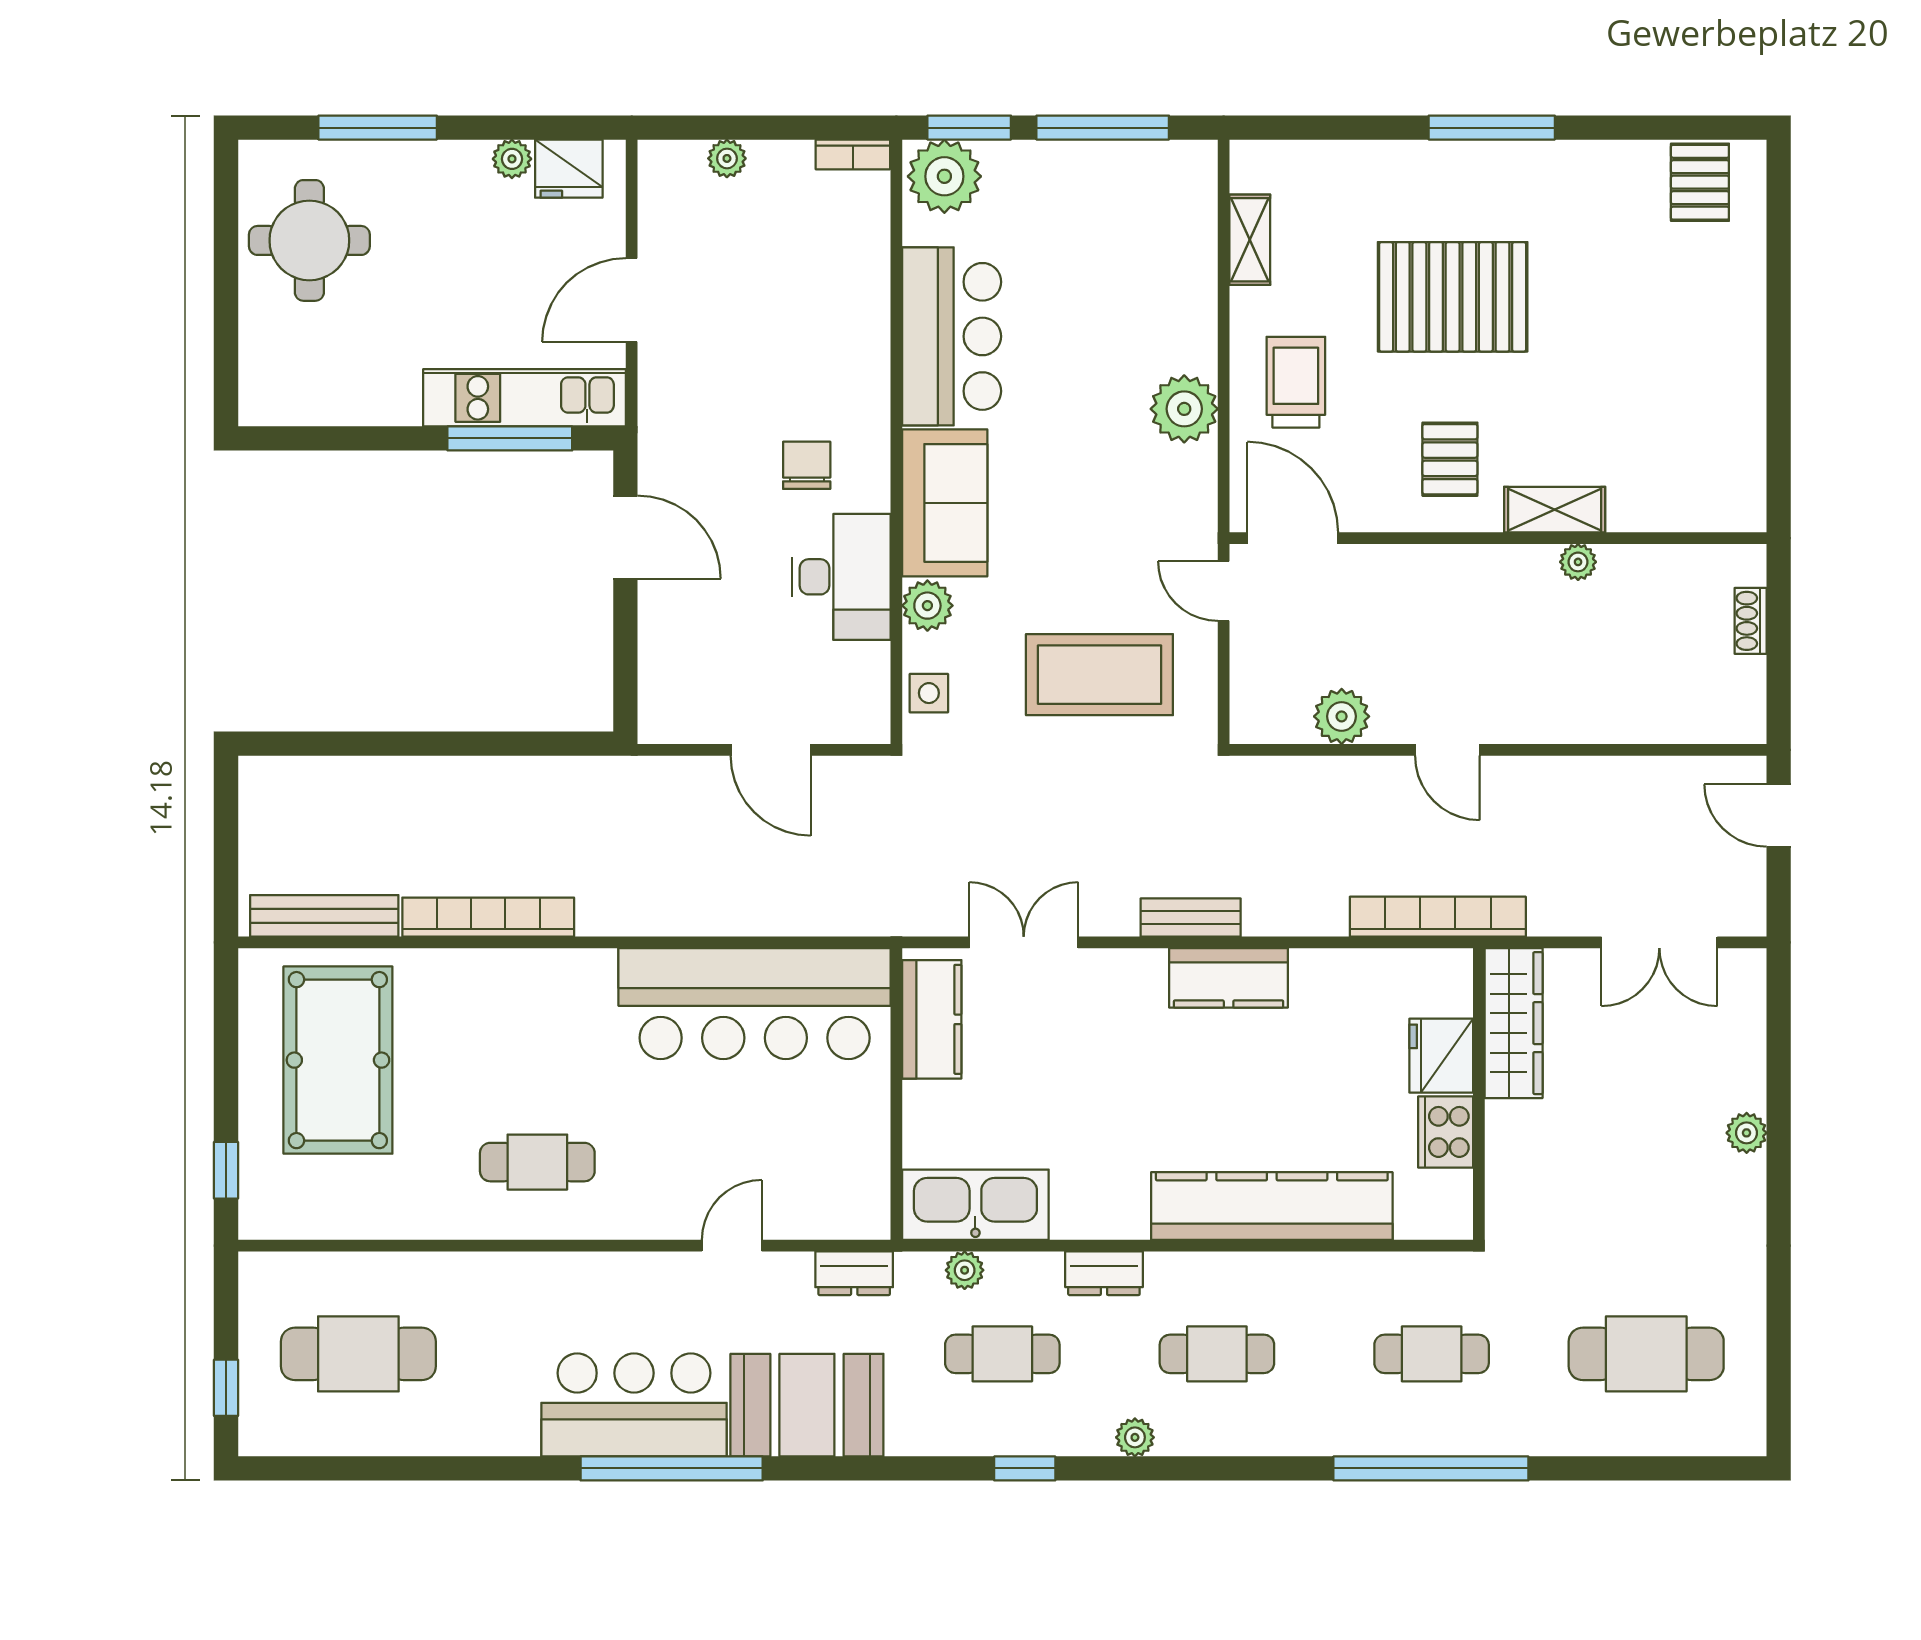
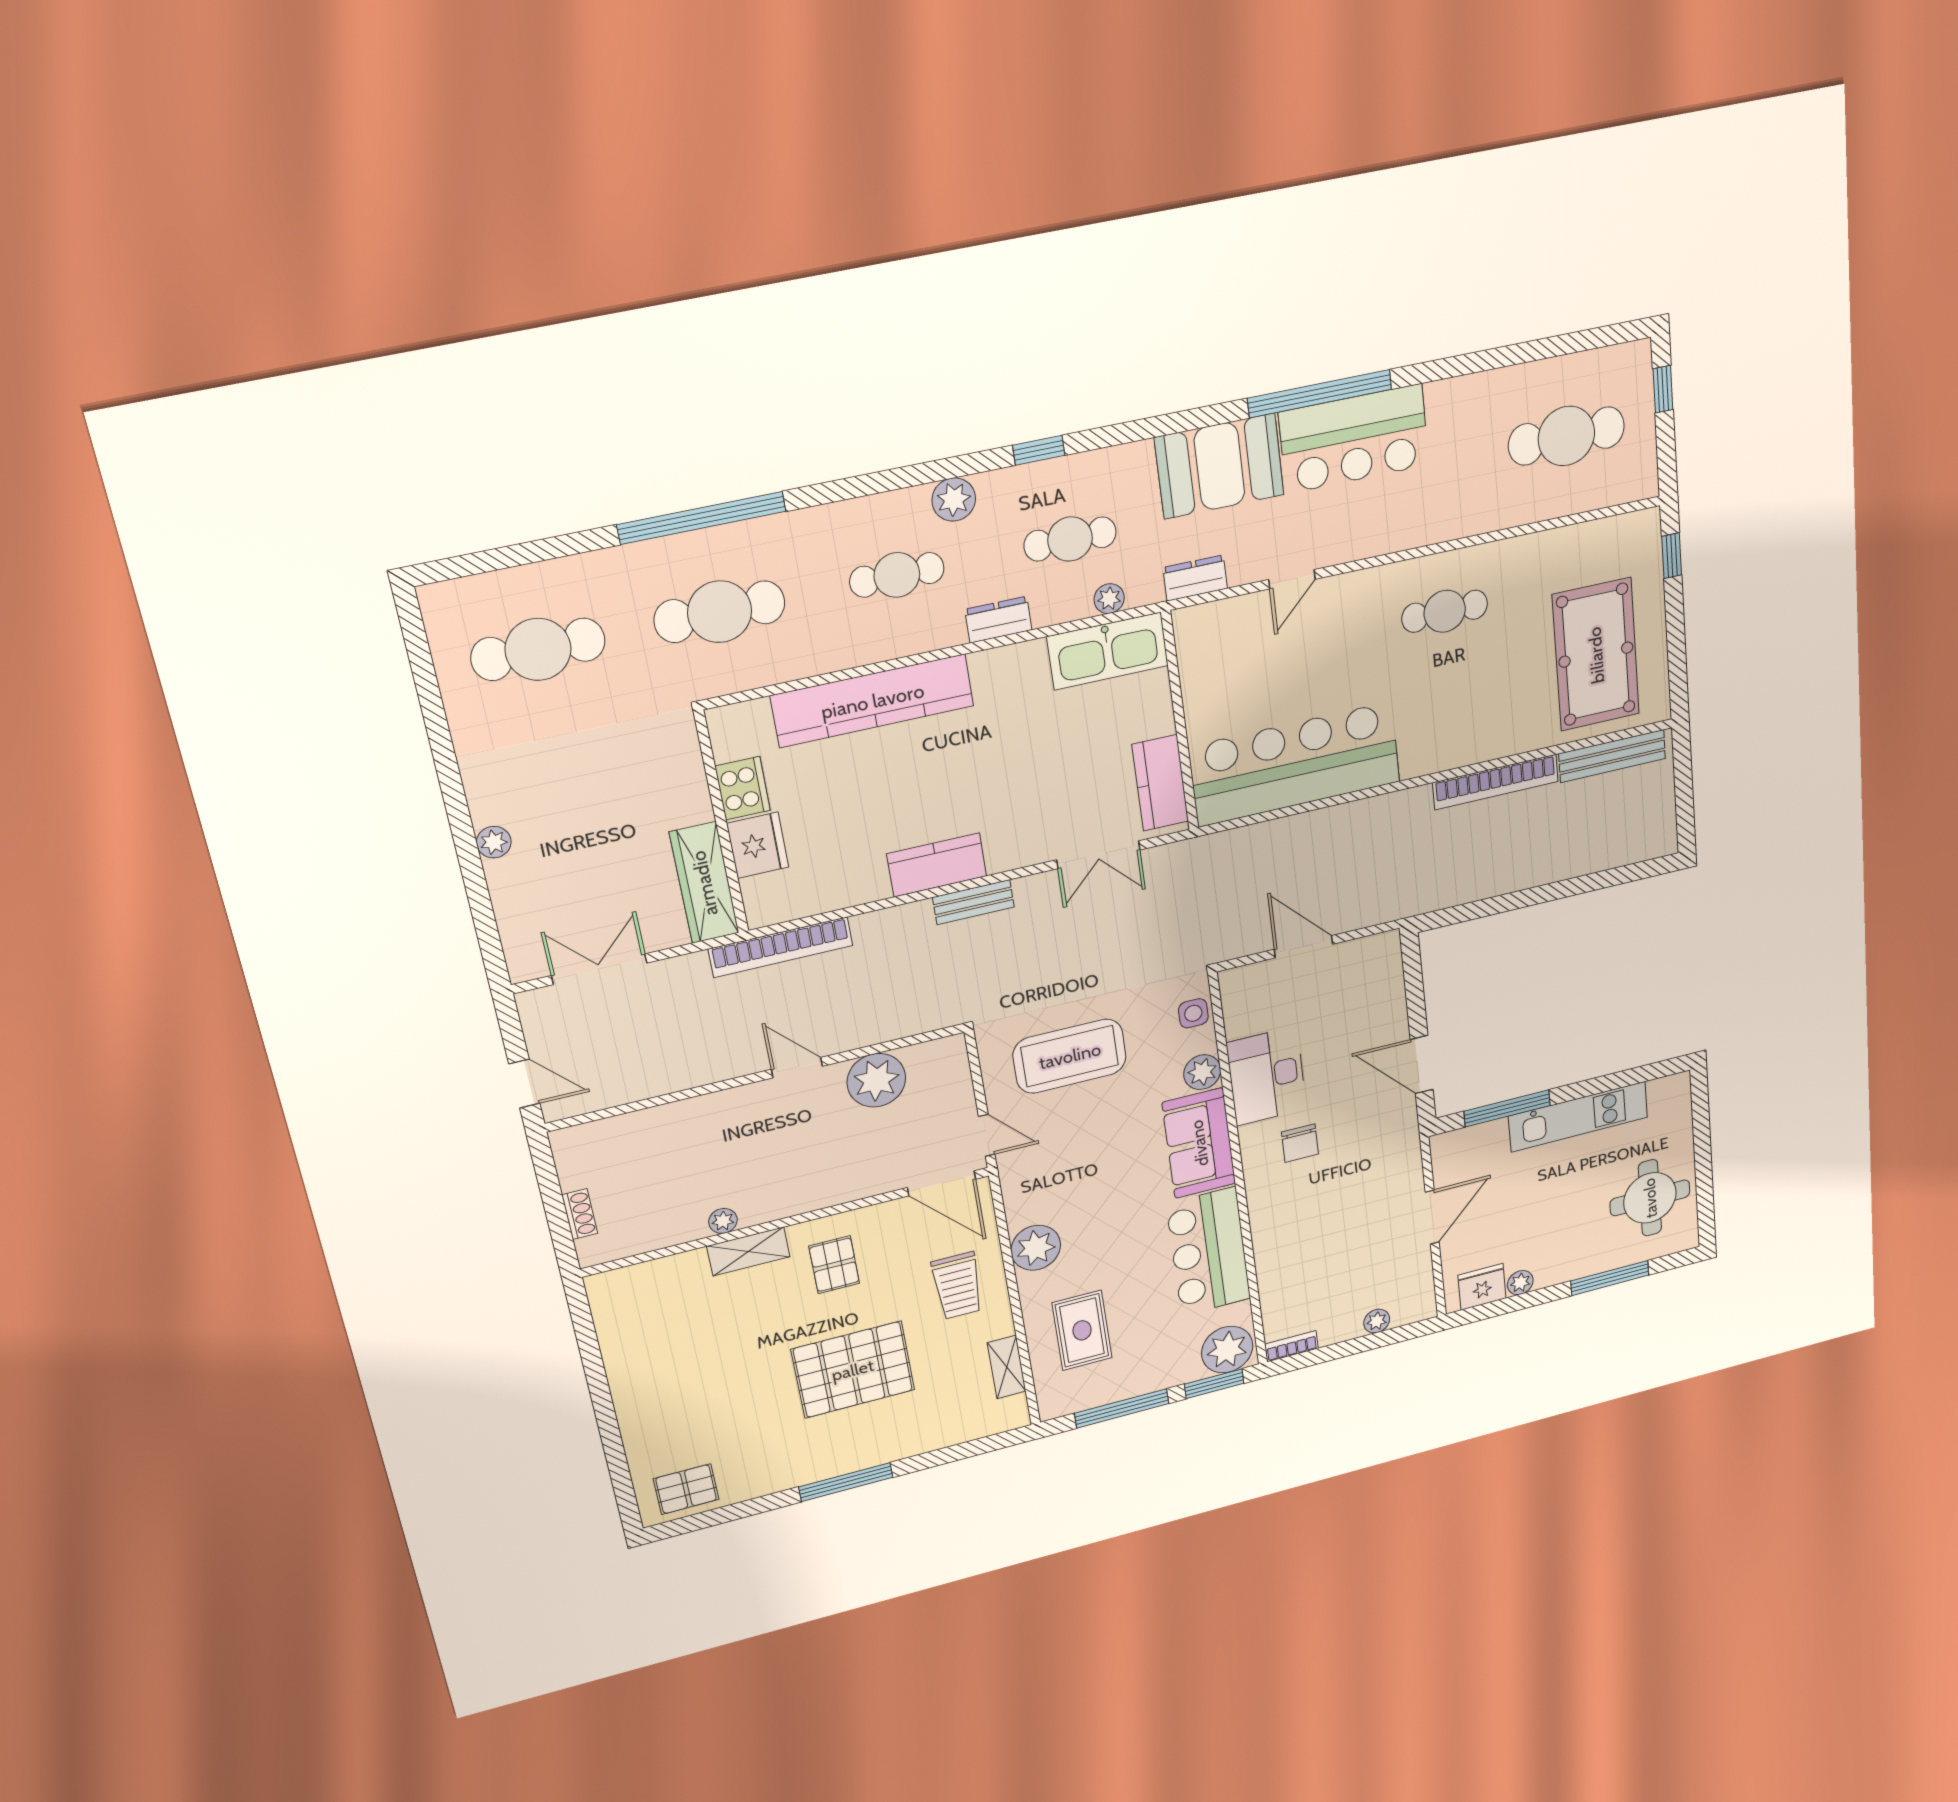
pallet: (1700, 182) -> (686, 1489), turned 90
rug: (1140, 266) -> (1082, 1330), added
kitchen unit: (524, 398) -> (1578, 1117), moved
plant: (1342, 716) -> (876, 1080), width x1.36, depth x1.36
cafe table: (1432, 1354) -> (720, 612), width x1.37, depth x1.35
plant: (1135, 1437) -> (954, 500), width x1.38, depth x1.38

